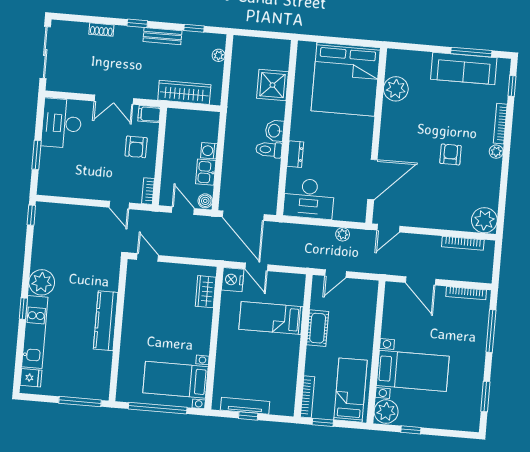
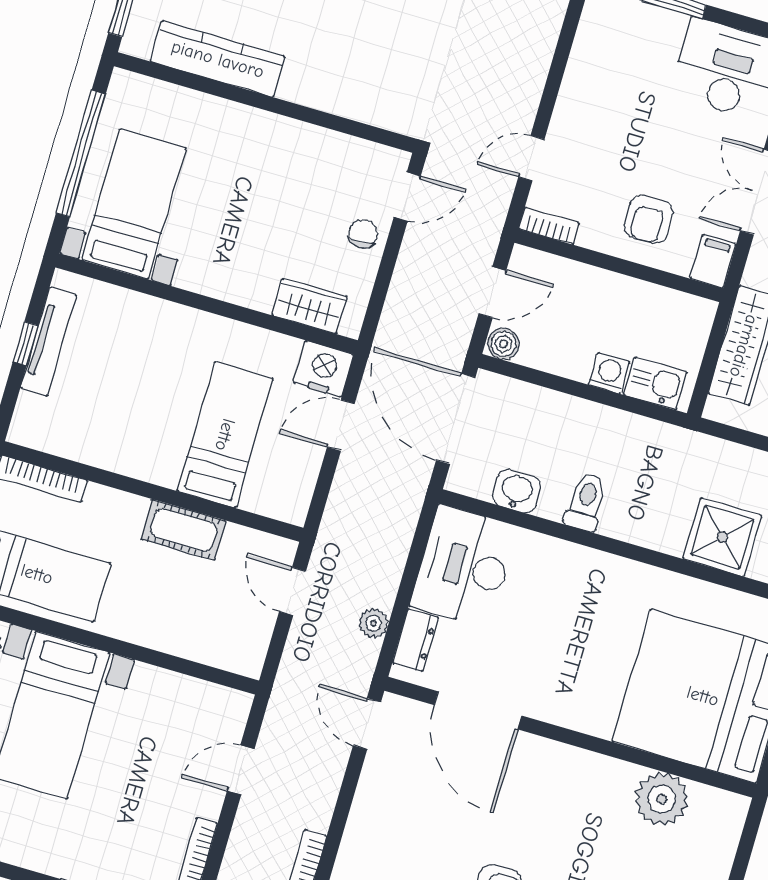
washbasin: (275, 131) -> (517, 491), moved
armchair: (136, 147) -> (648, 219), turned -90
dresser: (295, 154) -> (415, 640), moved, turned -90
kitchen sink: (206, 172) -> (655, 383), moved
door: (243, 216) -> (456, 419), hinge flipped
chair: (168, 274) -> (363, 234), added
door: (421, 281) -> (241, 770), width x0.73
kitchen counter: (106, 321) -> (218, 59), moved

